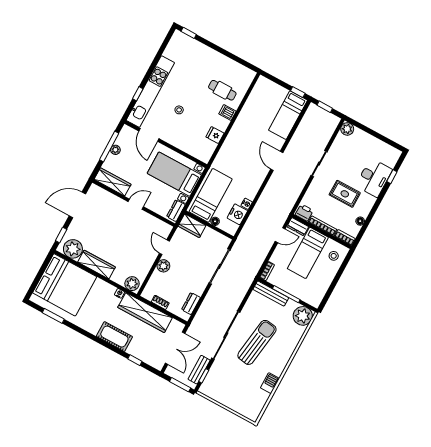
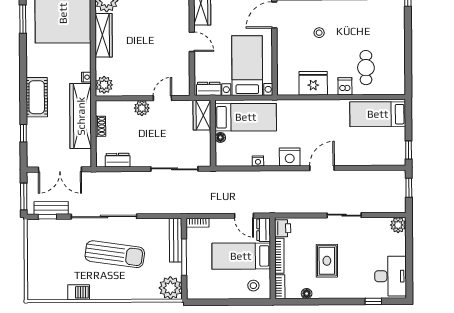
bed: (288, 115) -> (378, 114), moved
fridge: (215, 135) -> (313, 83), width x1.88, depth x1.34
desk: (374, 178) -> (391, 276), moved, turned -90
nightstand: (237, 214) -> (290, 157), moved

